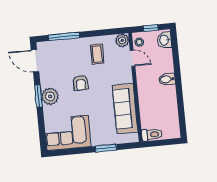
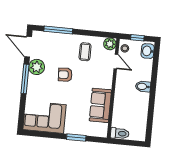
armchair: (81, 83) -> (65, 75), turned 87
window: (38, 96) -> (25, 79), width x1.44
plant: (50, 96) -> (37, 67), moved
sofa: (125, 109) -> (100, 105), width x0.73

